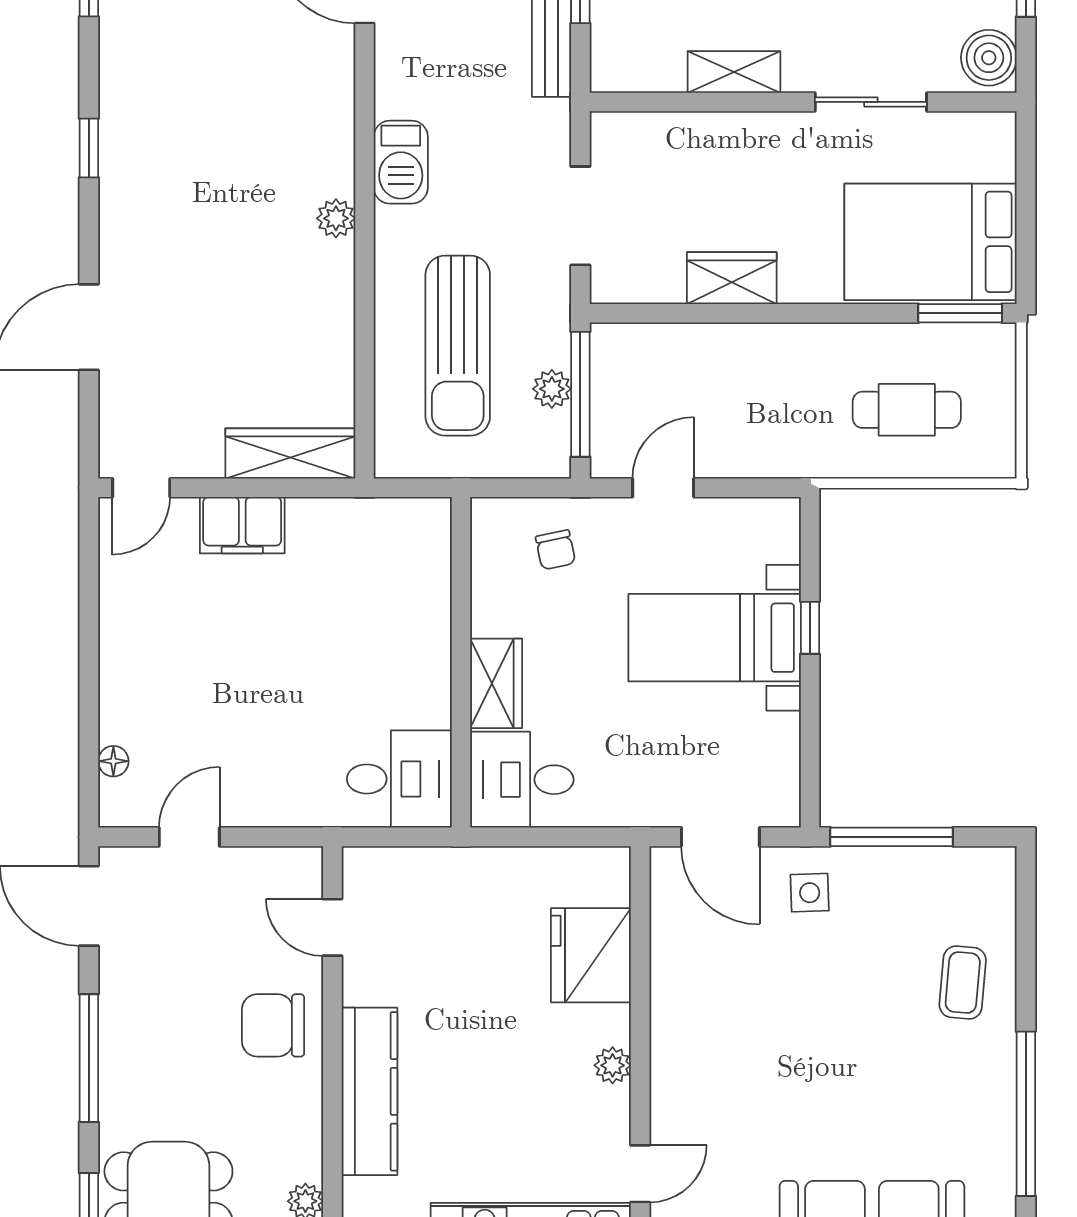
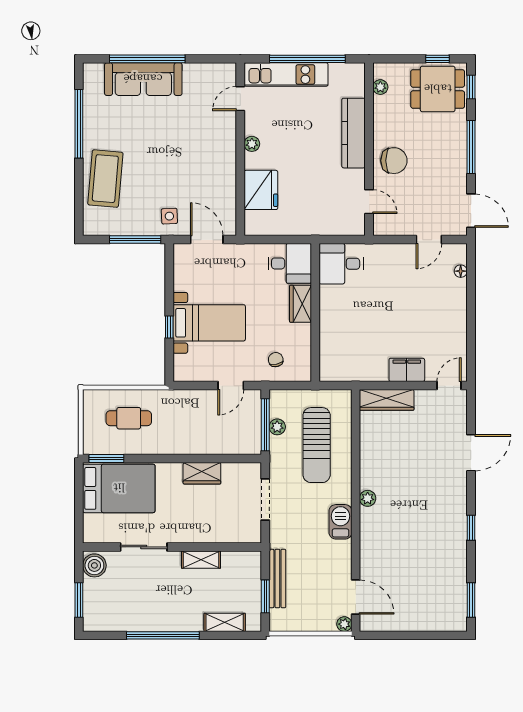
sun lounger: (458, 346) -> (317, 445), turned 180
coffee table: (963, 983) -> (105, 179), width x1.86, depth x1.72

